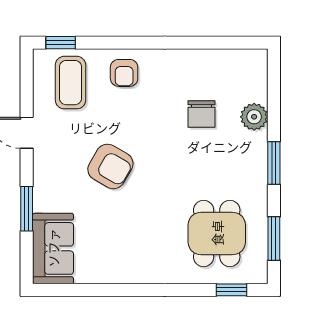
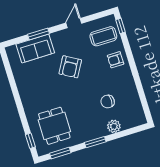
dining table: (217, 233) -> (54, 126), turned 90
sofa: (53, 248) -> (35, 48), moved

